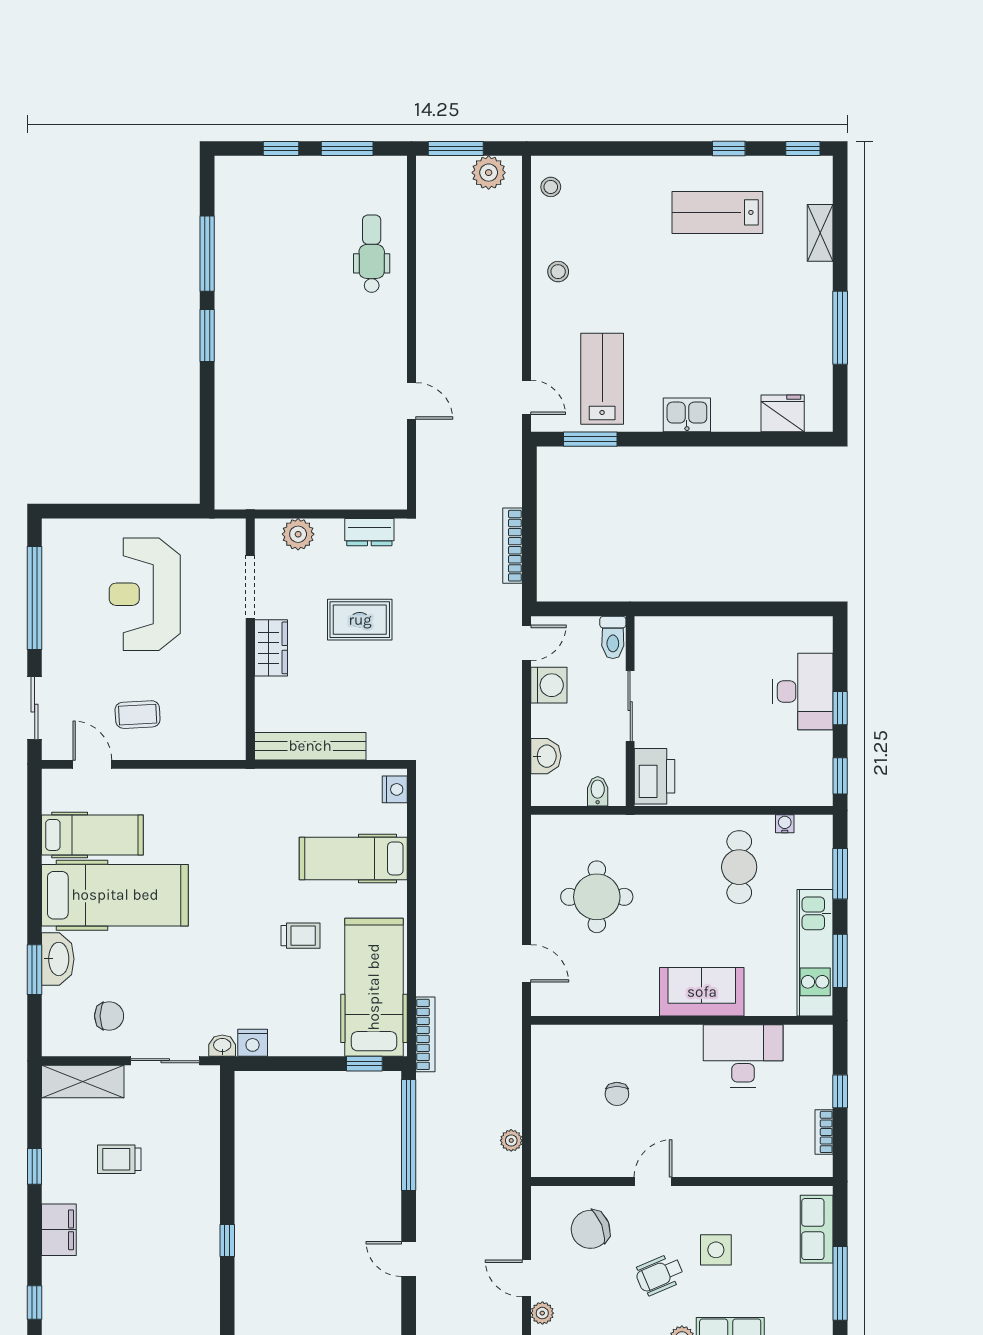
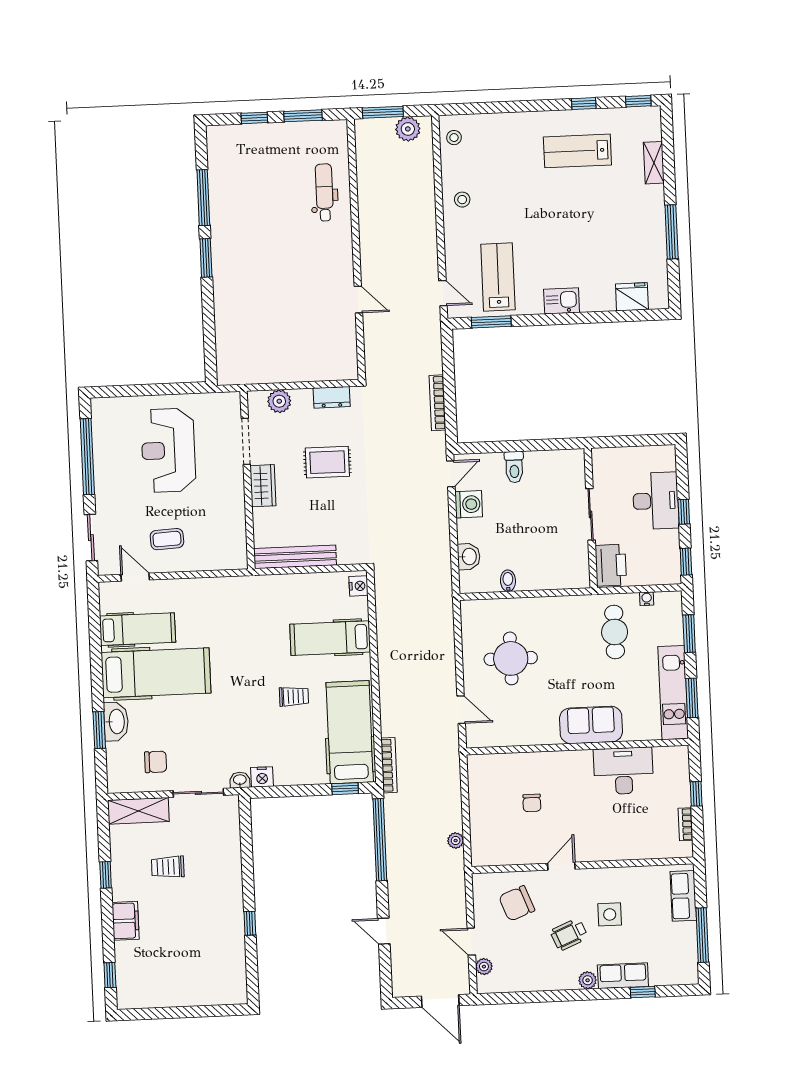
sliding door: (630, 706) -> (591, 514), moved
wall: (630, 711) -> (591, 518), moved
printer: (655, 776) -> (611, 565), moved

